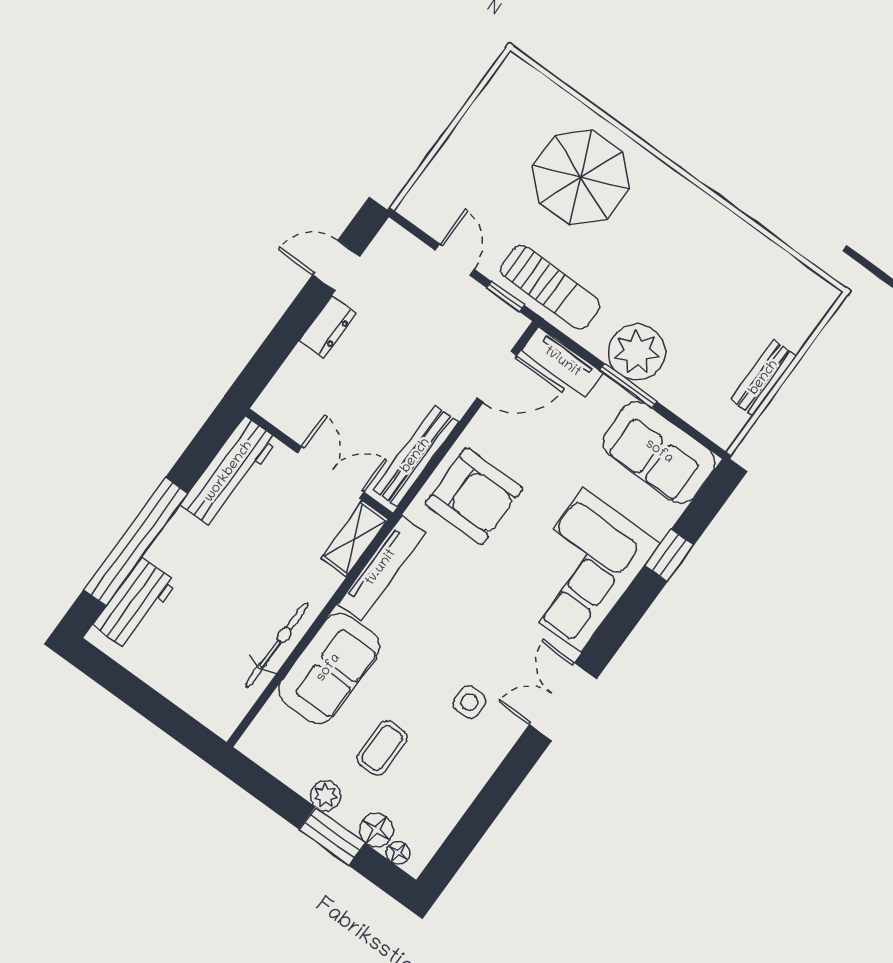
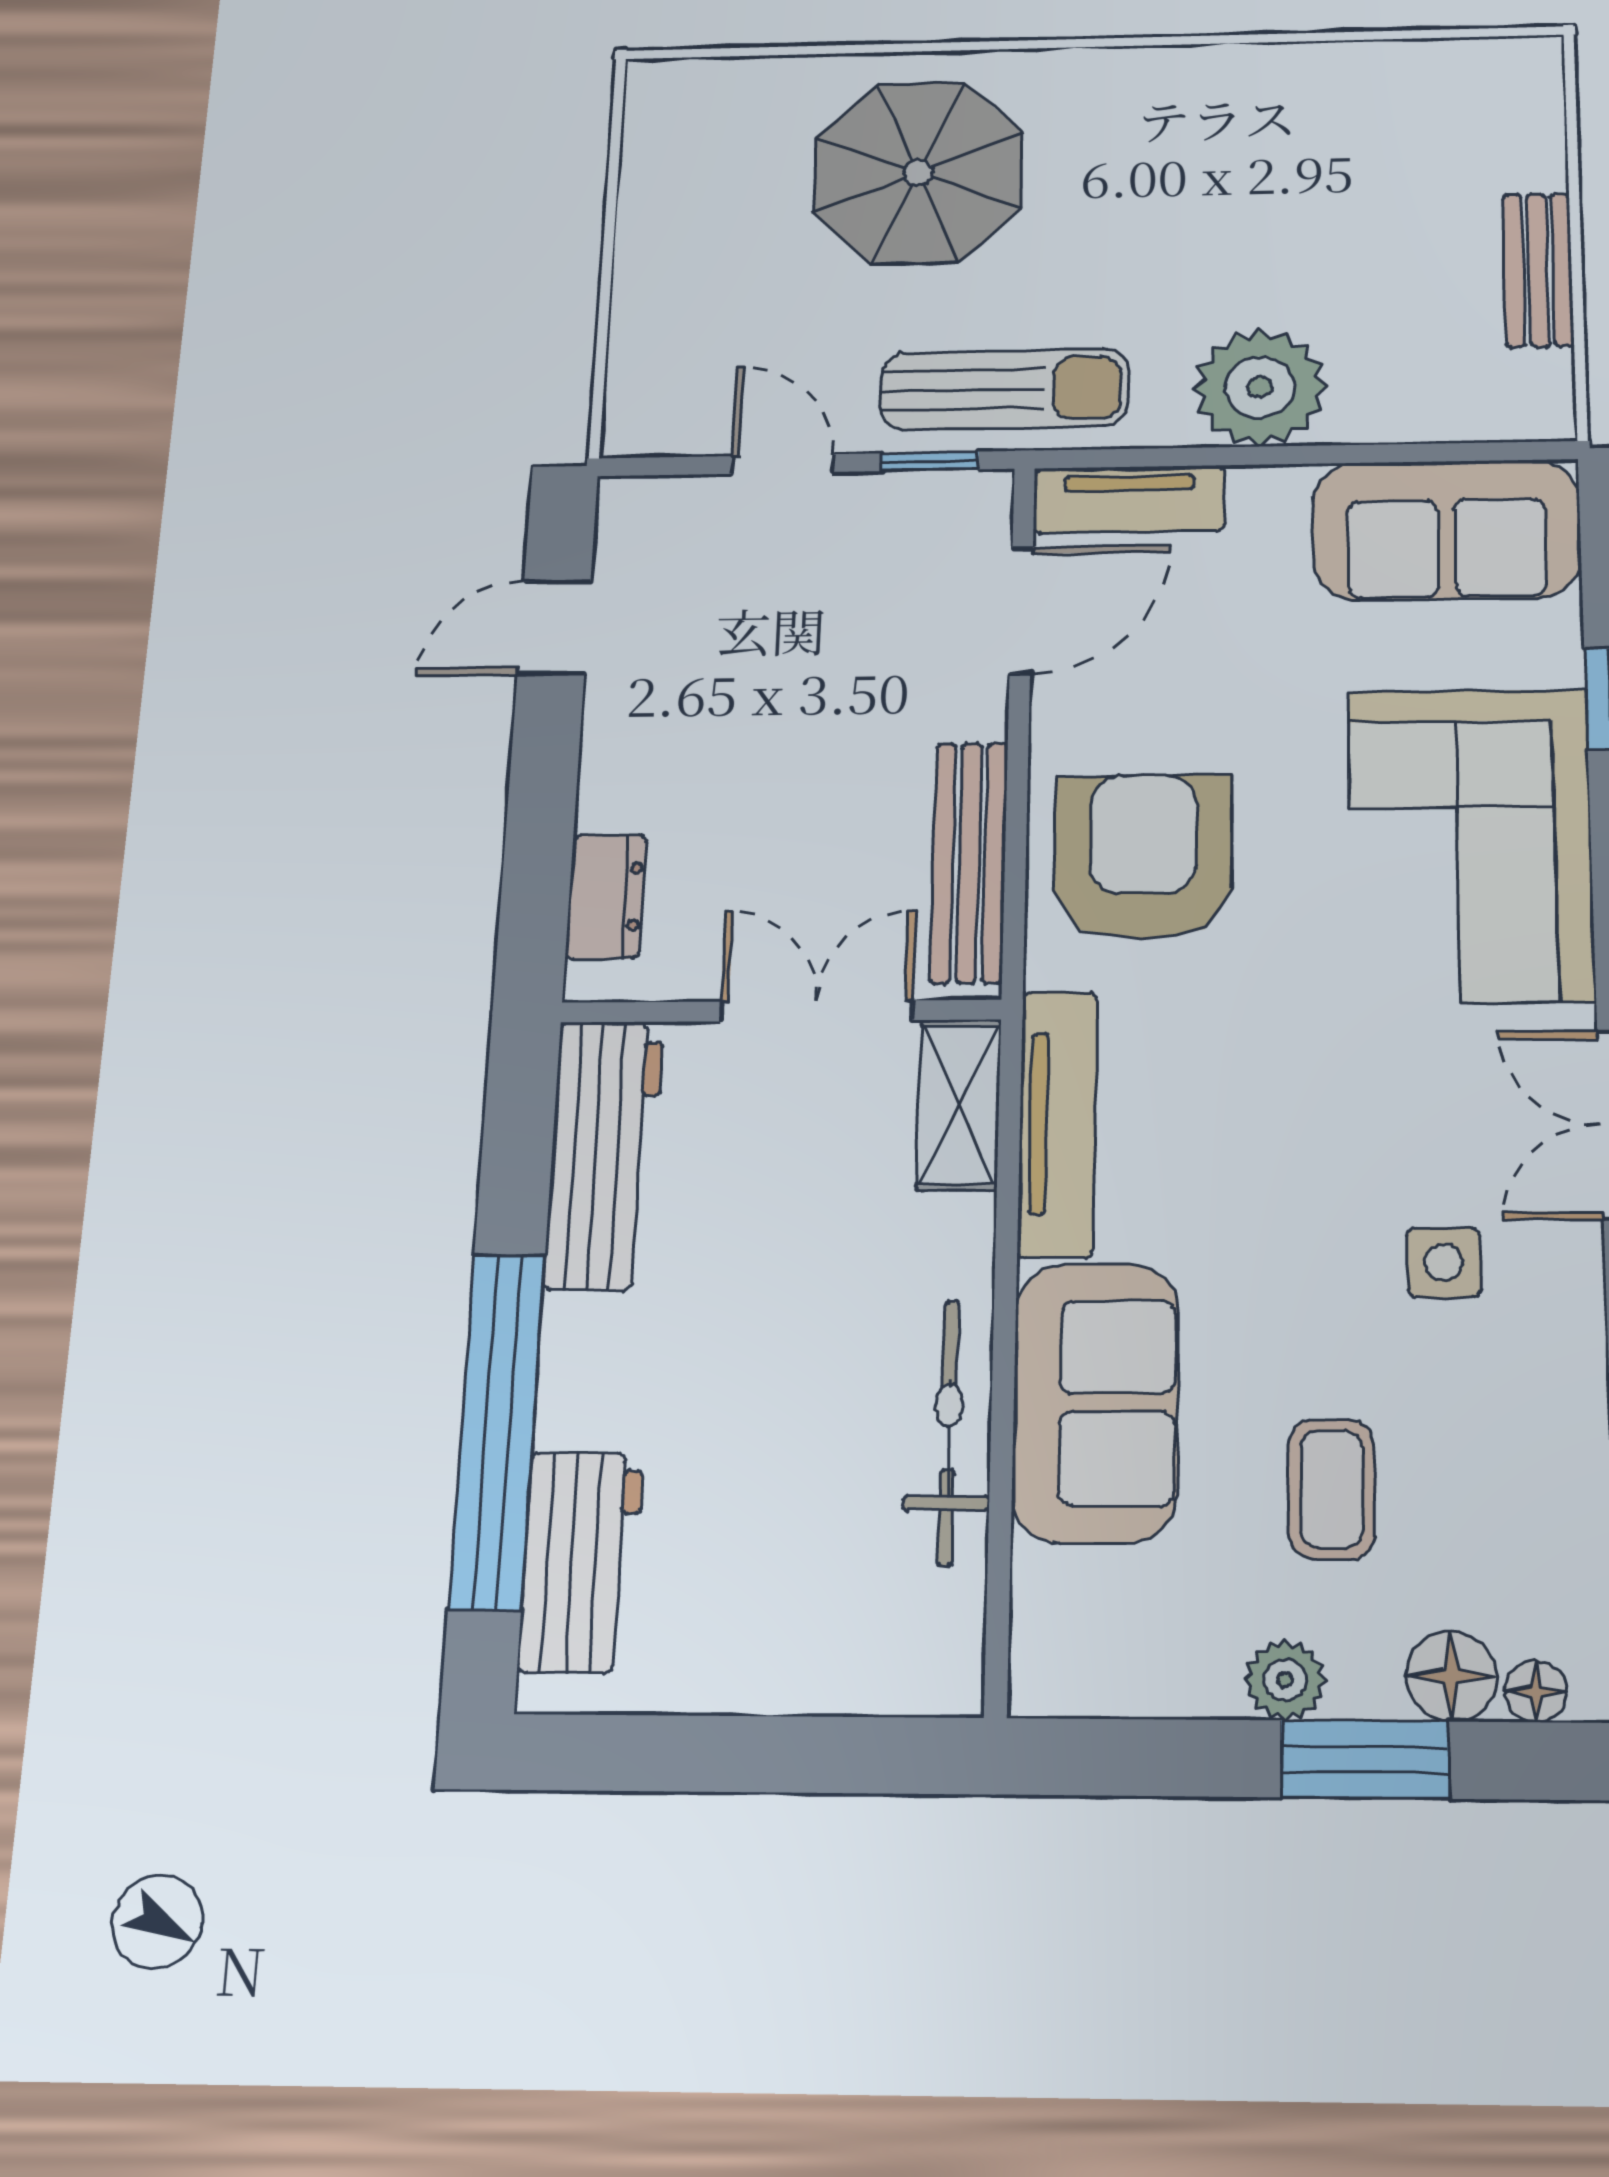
dresser: (328, 327) -> (606, 897), moved
window: (629, 386) -> (1291, 455), removed
armchair: (474, 496) -> (1143, 857), turned -90

